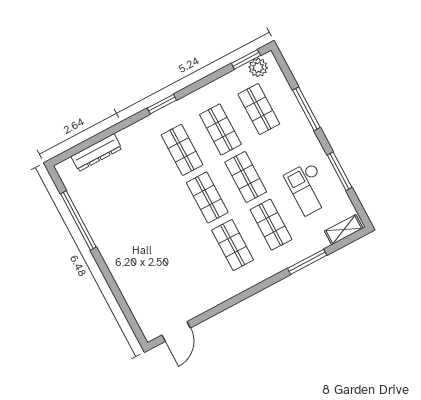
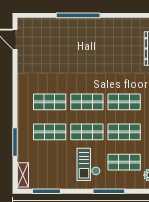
window: (340, 171) -> (46, 191), moved
checkout: (308, 188) -> (89, 164), moved, turned -90
window: (78, 220) -> (78, 15), moved

